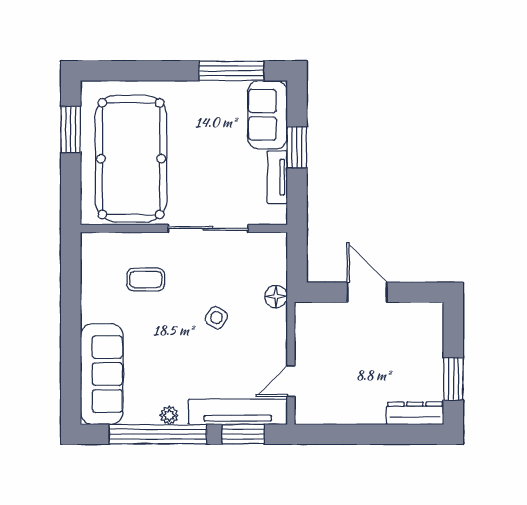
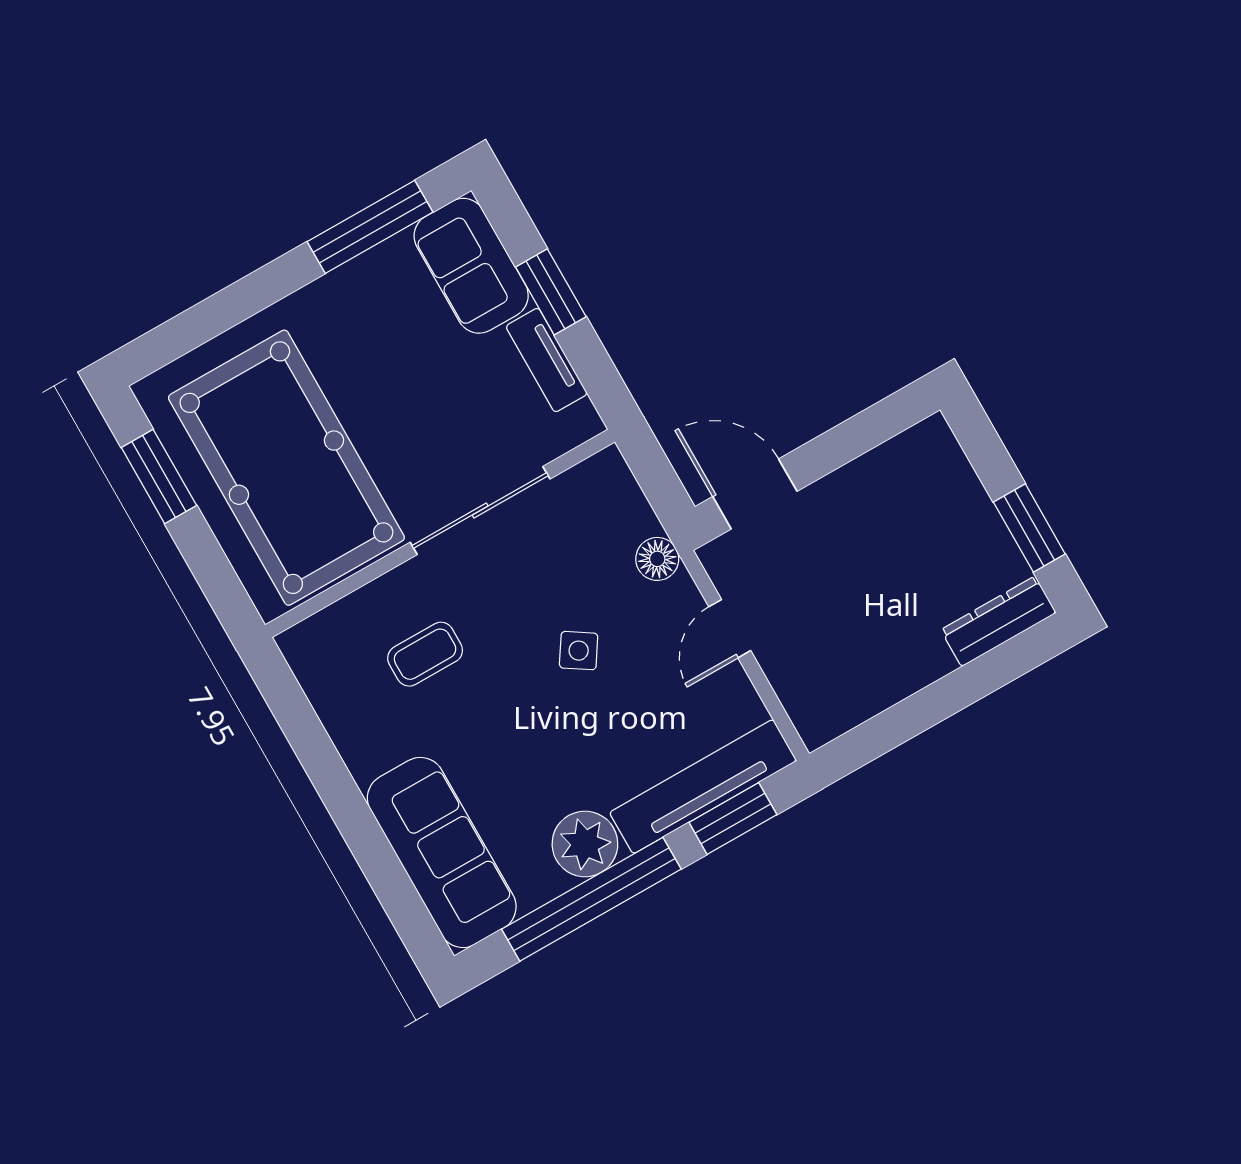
door: (367, 292) -> (755, 494), moved
door: (291, 381) -> (730, 629), moved
plant: (169, 415) -> (585, 844), width x1.88, depth x1.88

